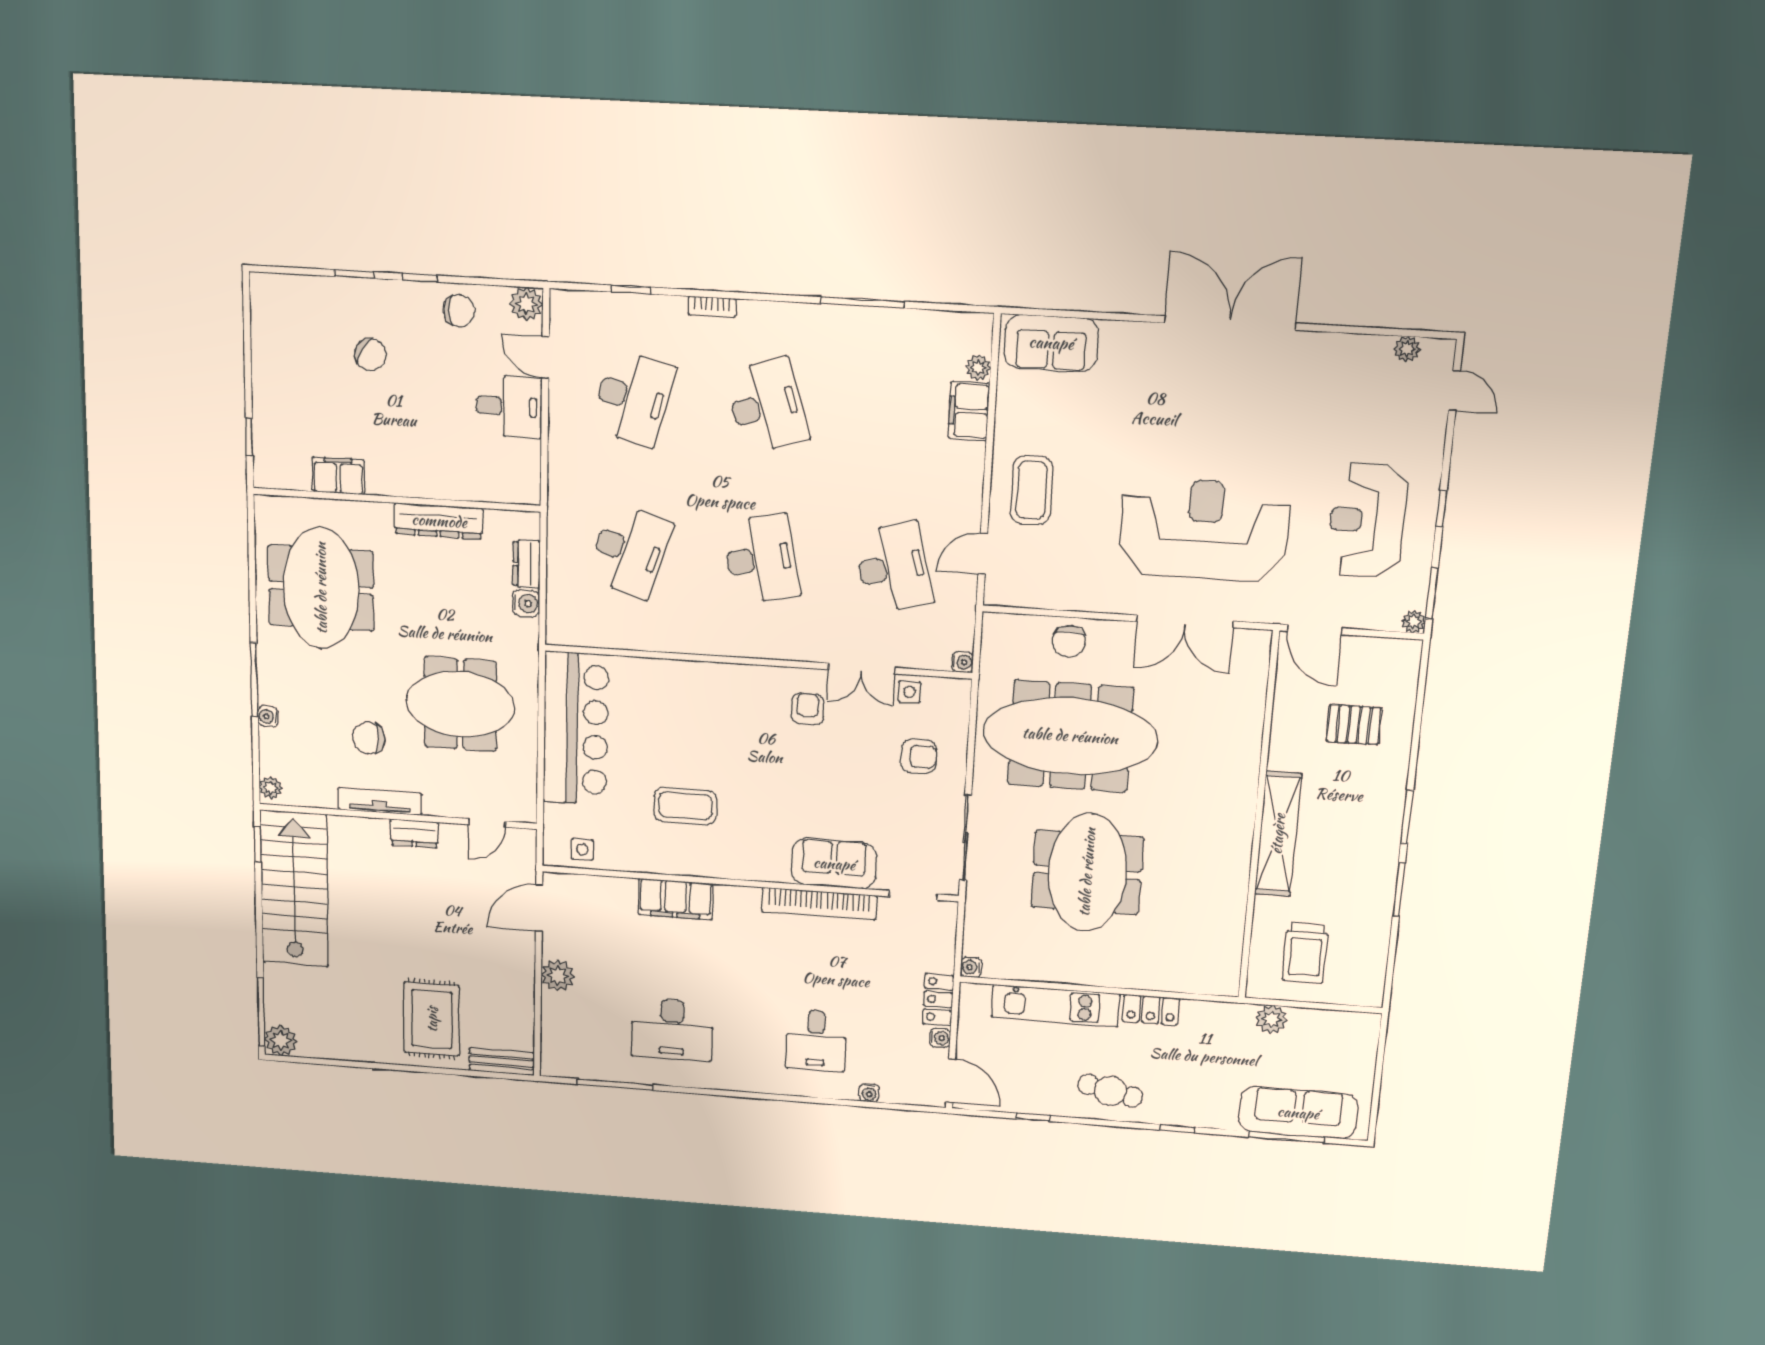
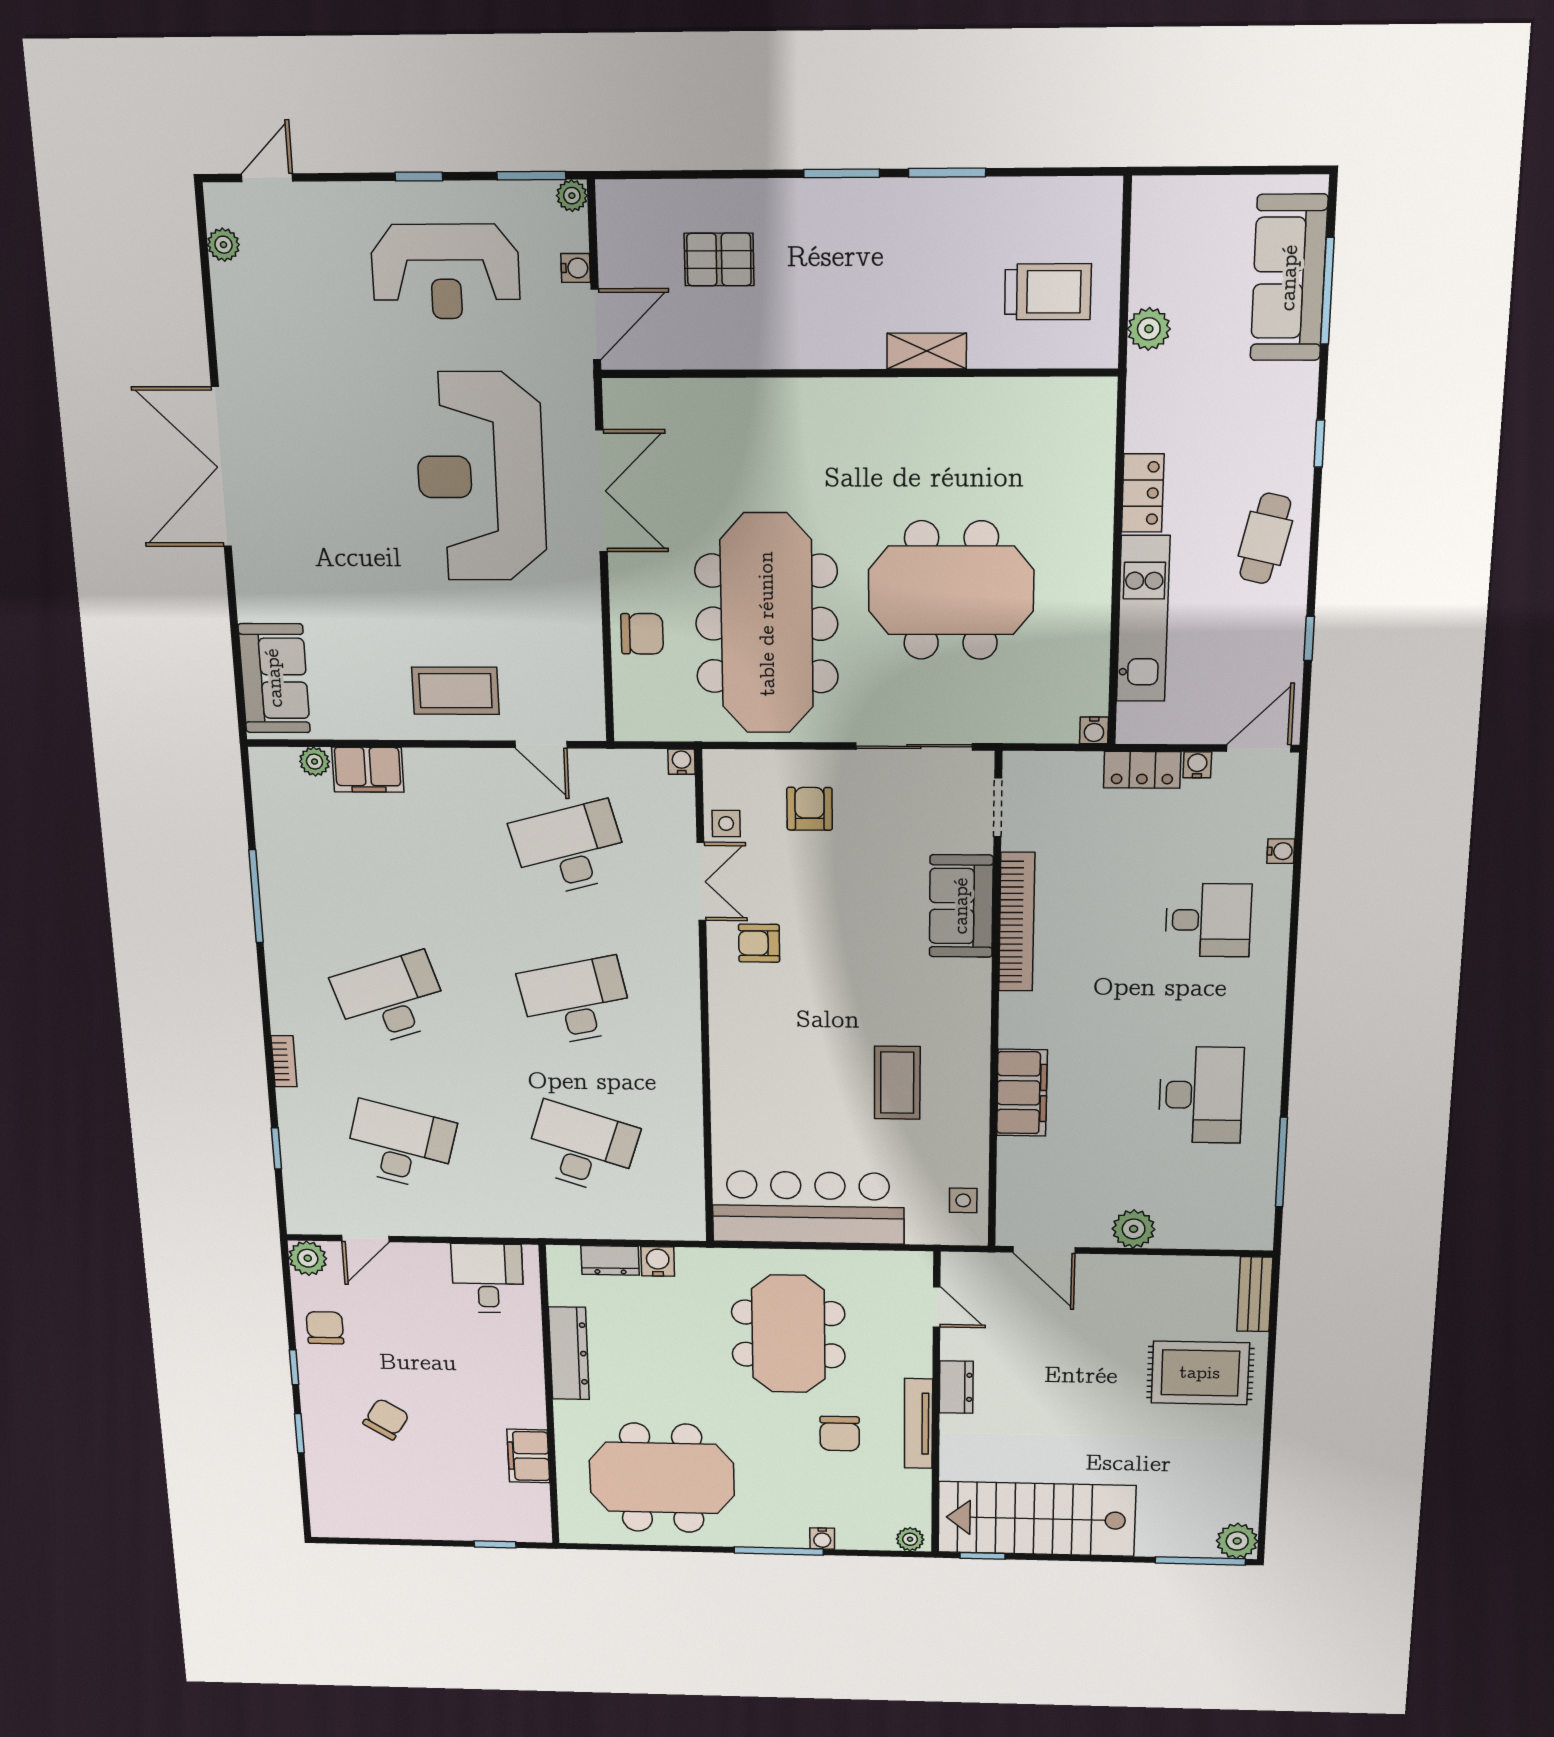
desk: (509, 406) -> (488, 1278), moved
water cooler: (1359, 619) -> (576, 268), added
pallet: (1354, 725) -> (719, 260), turned 90
shelving: (1278, 834) -> (927, 351), width x0.45, depth x0.75

